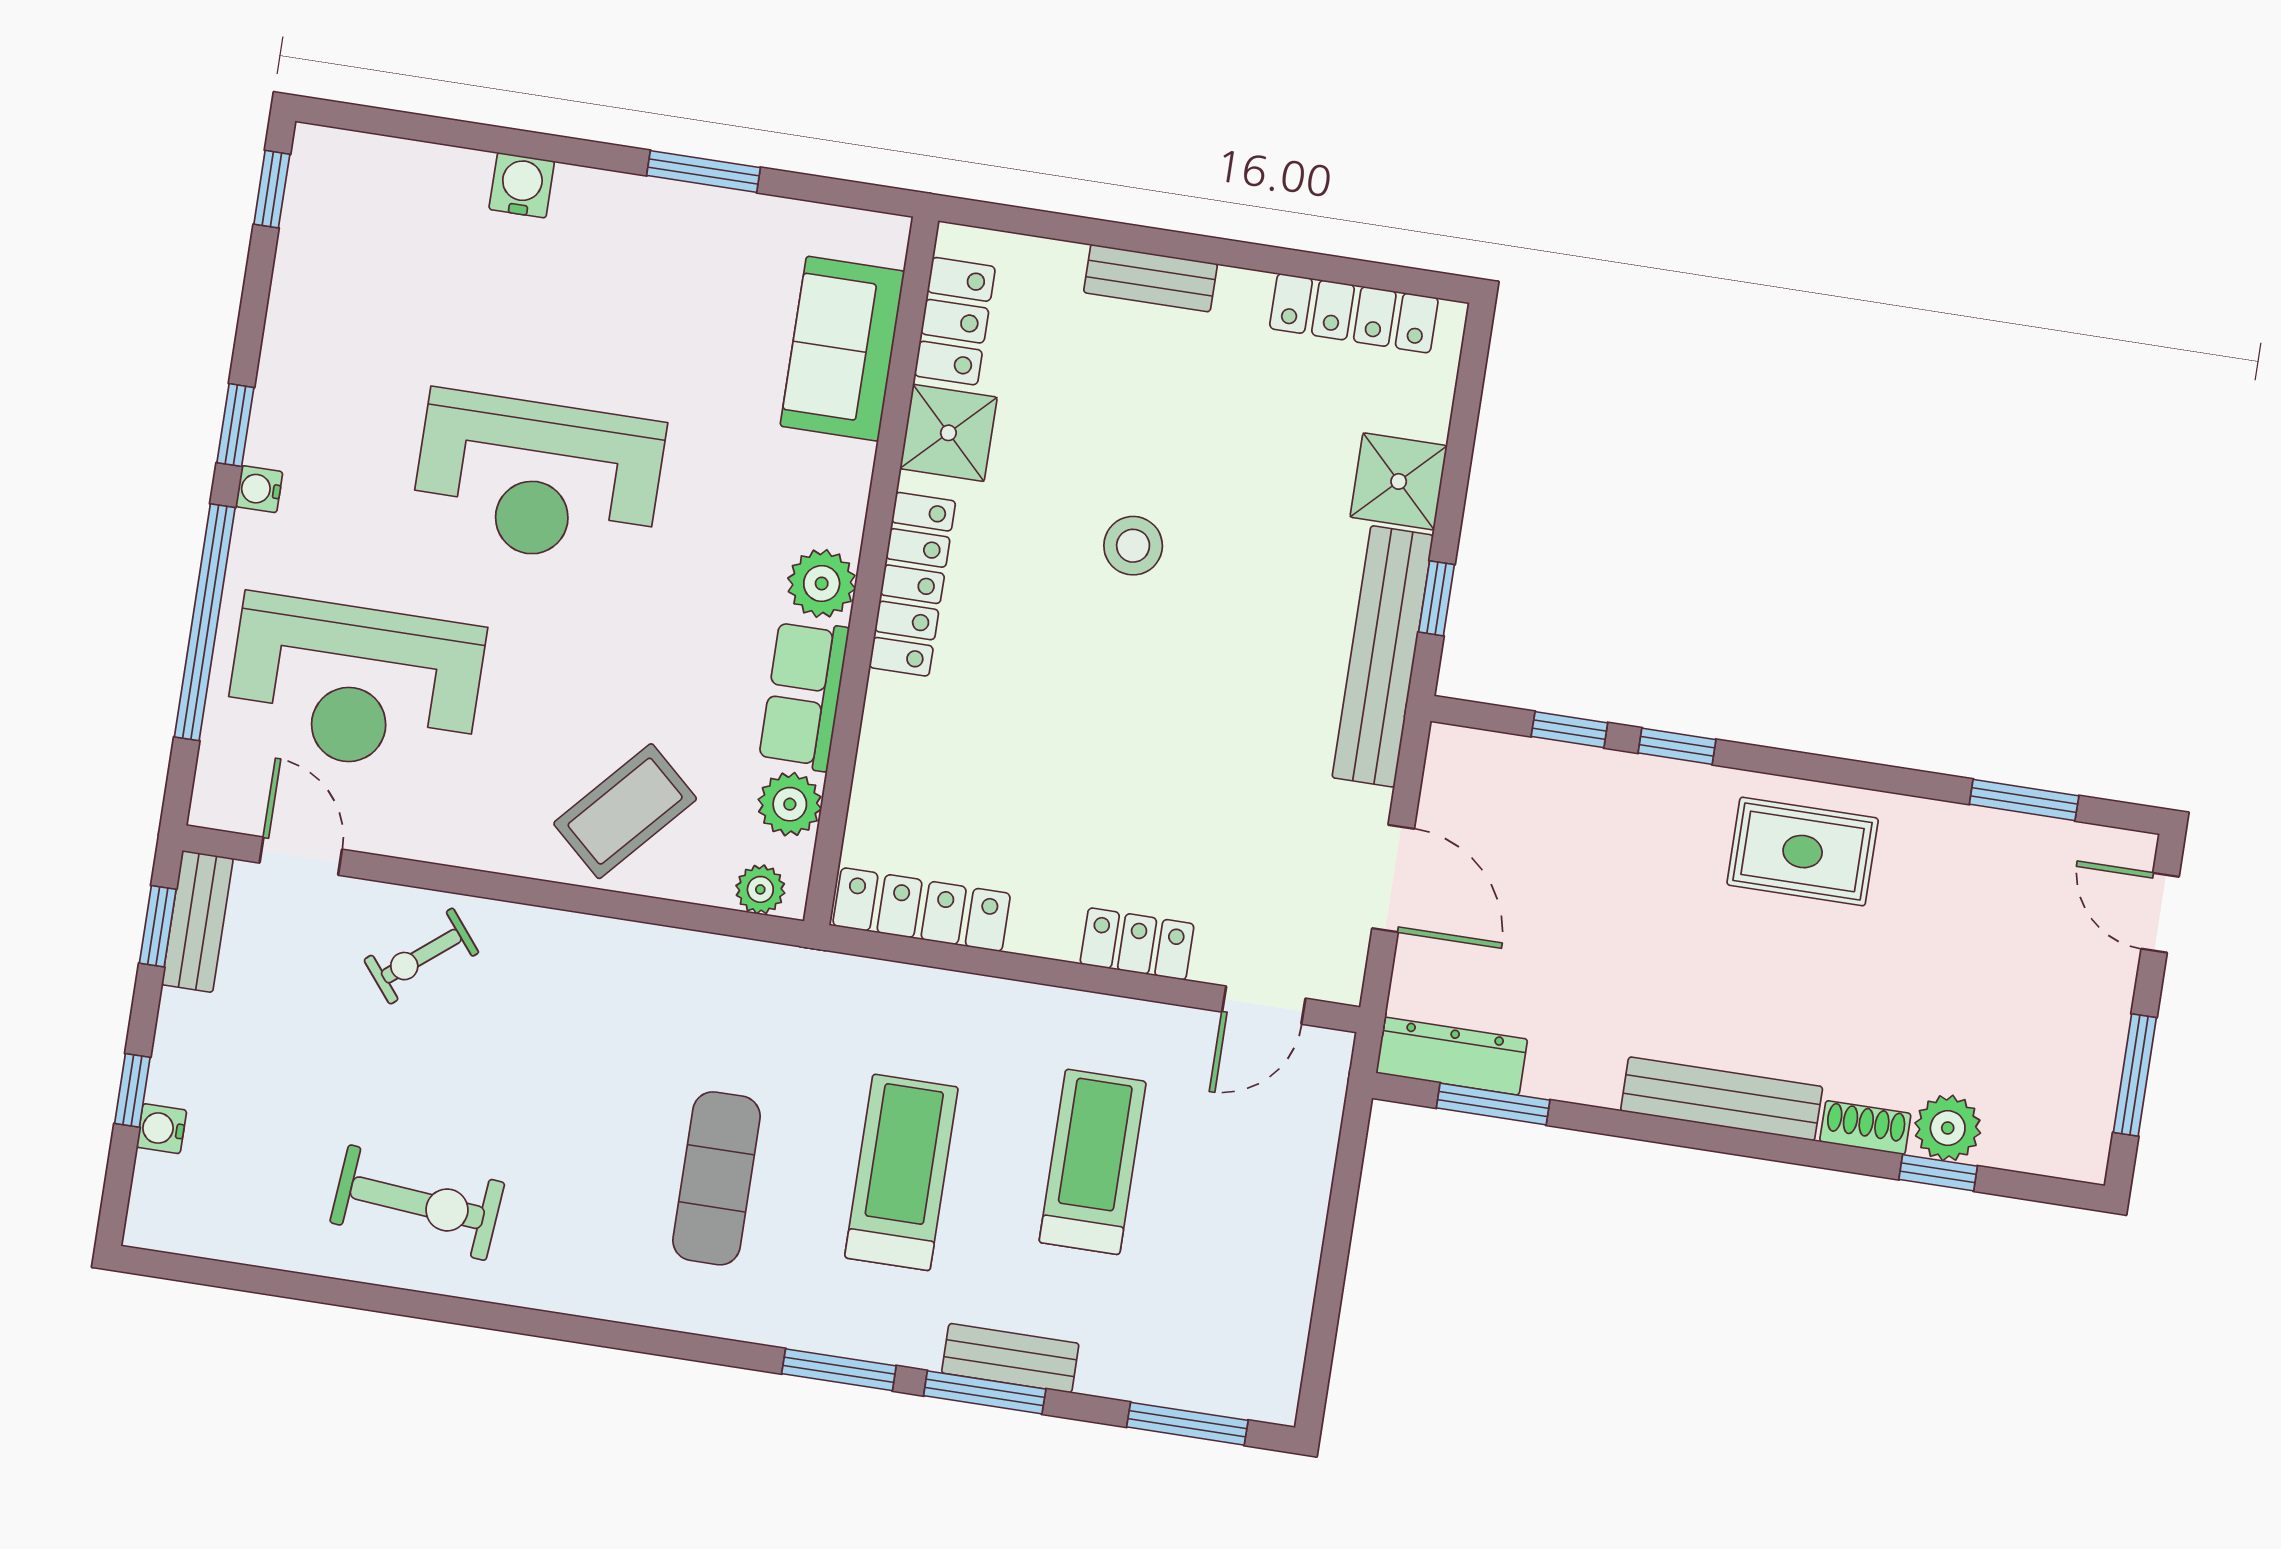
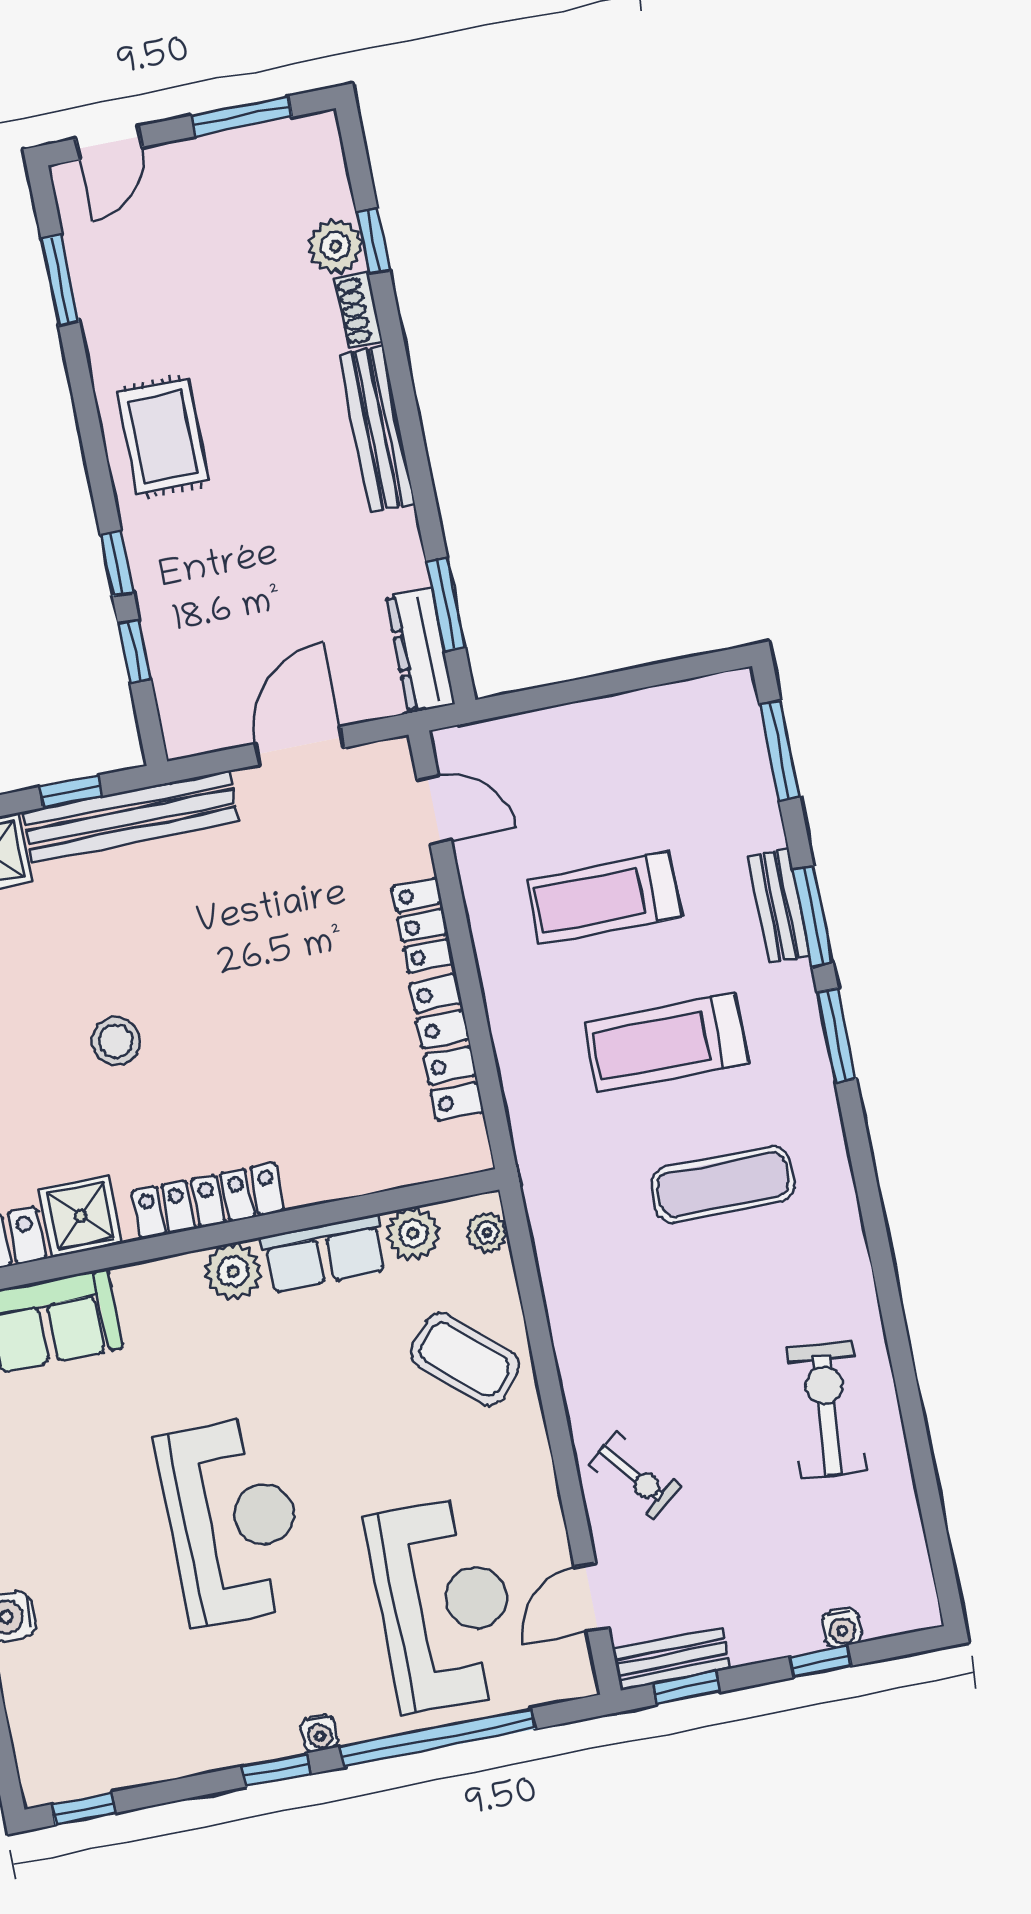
locker: (922, 910) -> (446, 1047), moved

